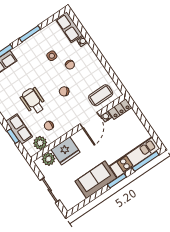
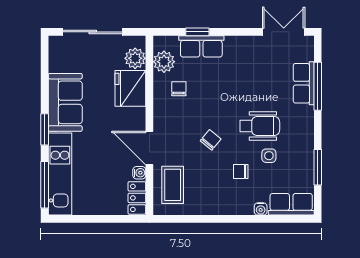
window: (30, 34) -> (318, 167), moved
wheelchair: (33, 101) -> (260, 126), moved
sliding door: (50, 190) -> (93, 32), width x1.37

